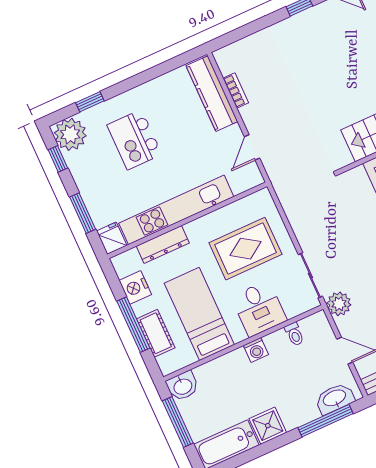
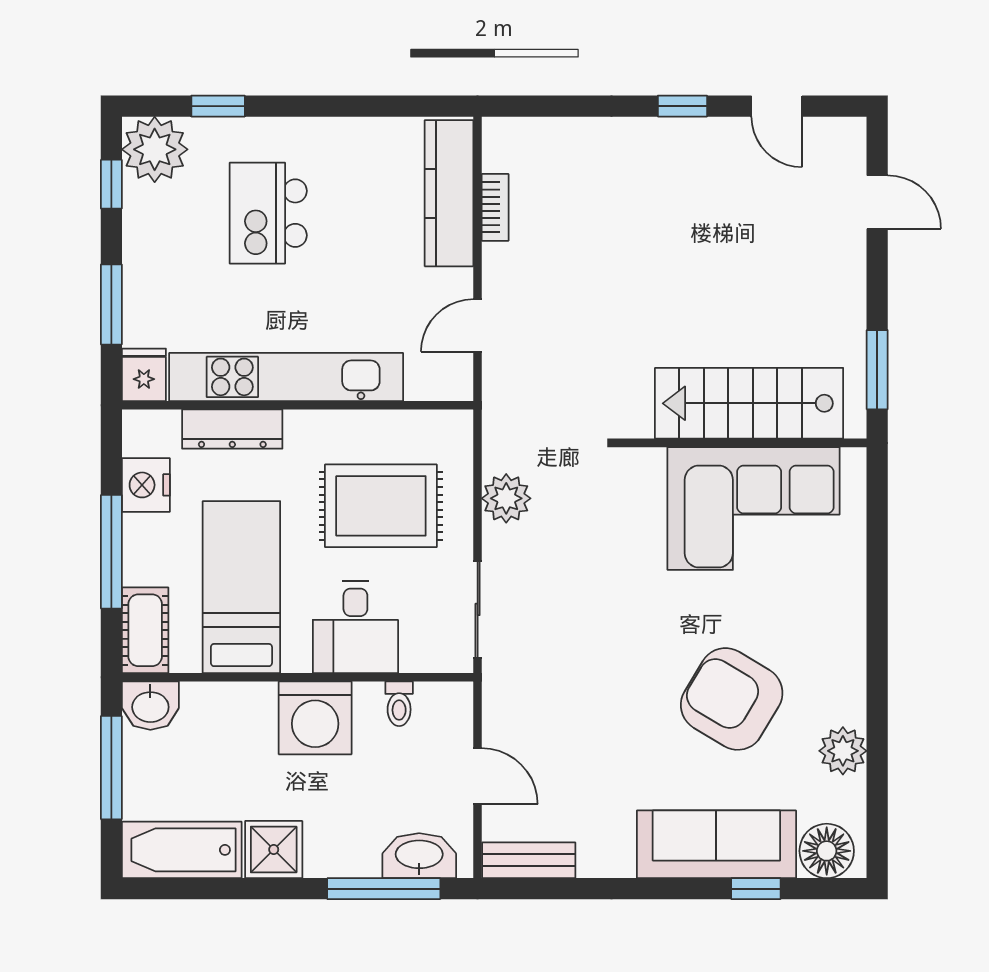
plant: (339, 304) -> (506, 498), moved
cot: (156, 333) -> (145, 630), moved
washing machine: (256, 350) -> (315, 718), width x1.89, depth x1.89

